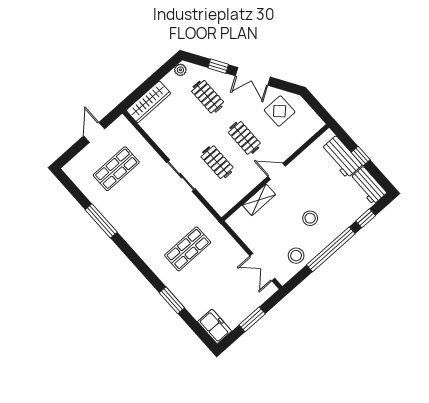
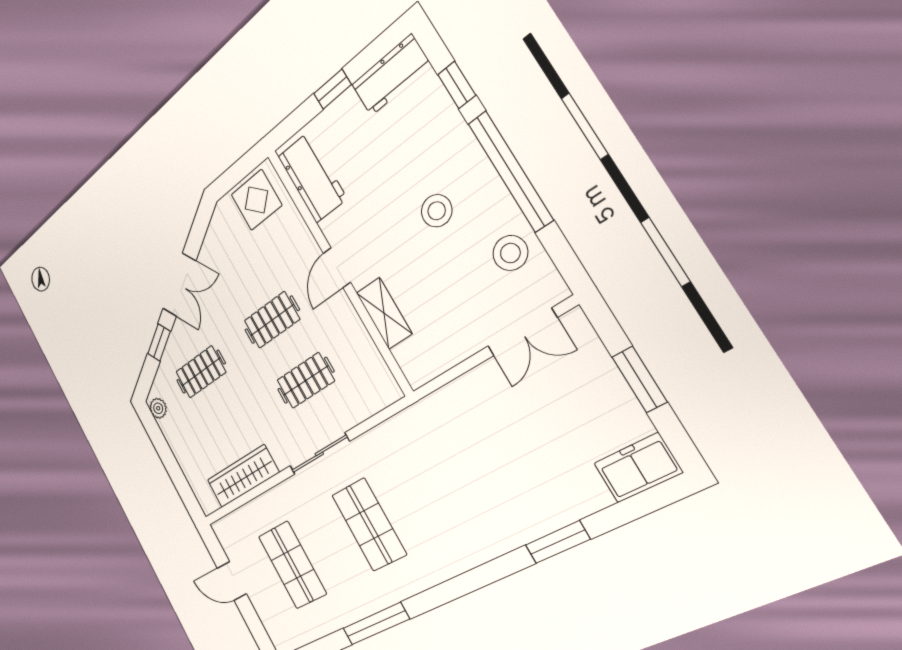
wardrobe: (148, 102) -> (243, 476), moved, turned -90
display table: (280, 111) -> (256, 200), moved
workbench: (342, 157) -> (312, 178), moved, turned -90
shop shelf: (188, 249) -> (369, 525), moved

